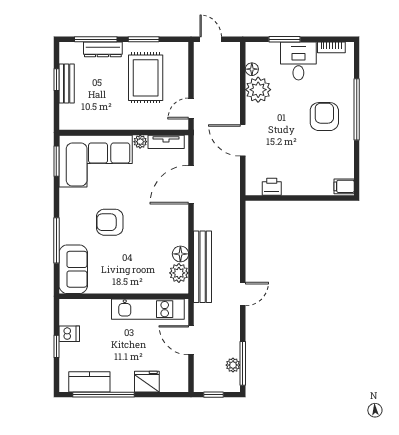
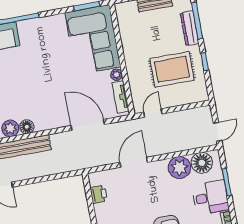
window: (144, 39) -> (205, 62), width x0.67
door: (211, 39) -> (217, 132), moved
floor lamp: (252, 69) -> (202, 163), width x1.89, depth x1.89
door: (191, 108) -> (153, 113), hinge flipped
armchair: (110, 222) -> (43, 61), removed

